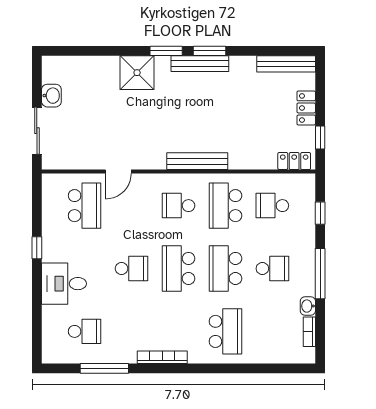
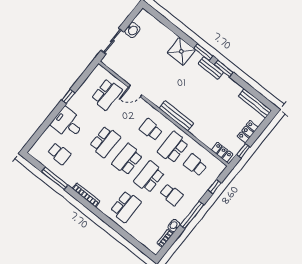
bench: (200, 64) -> (211, 68), width x0.73
school desk: (132, 268) -> (105, 142), width x1.85

